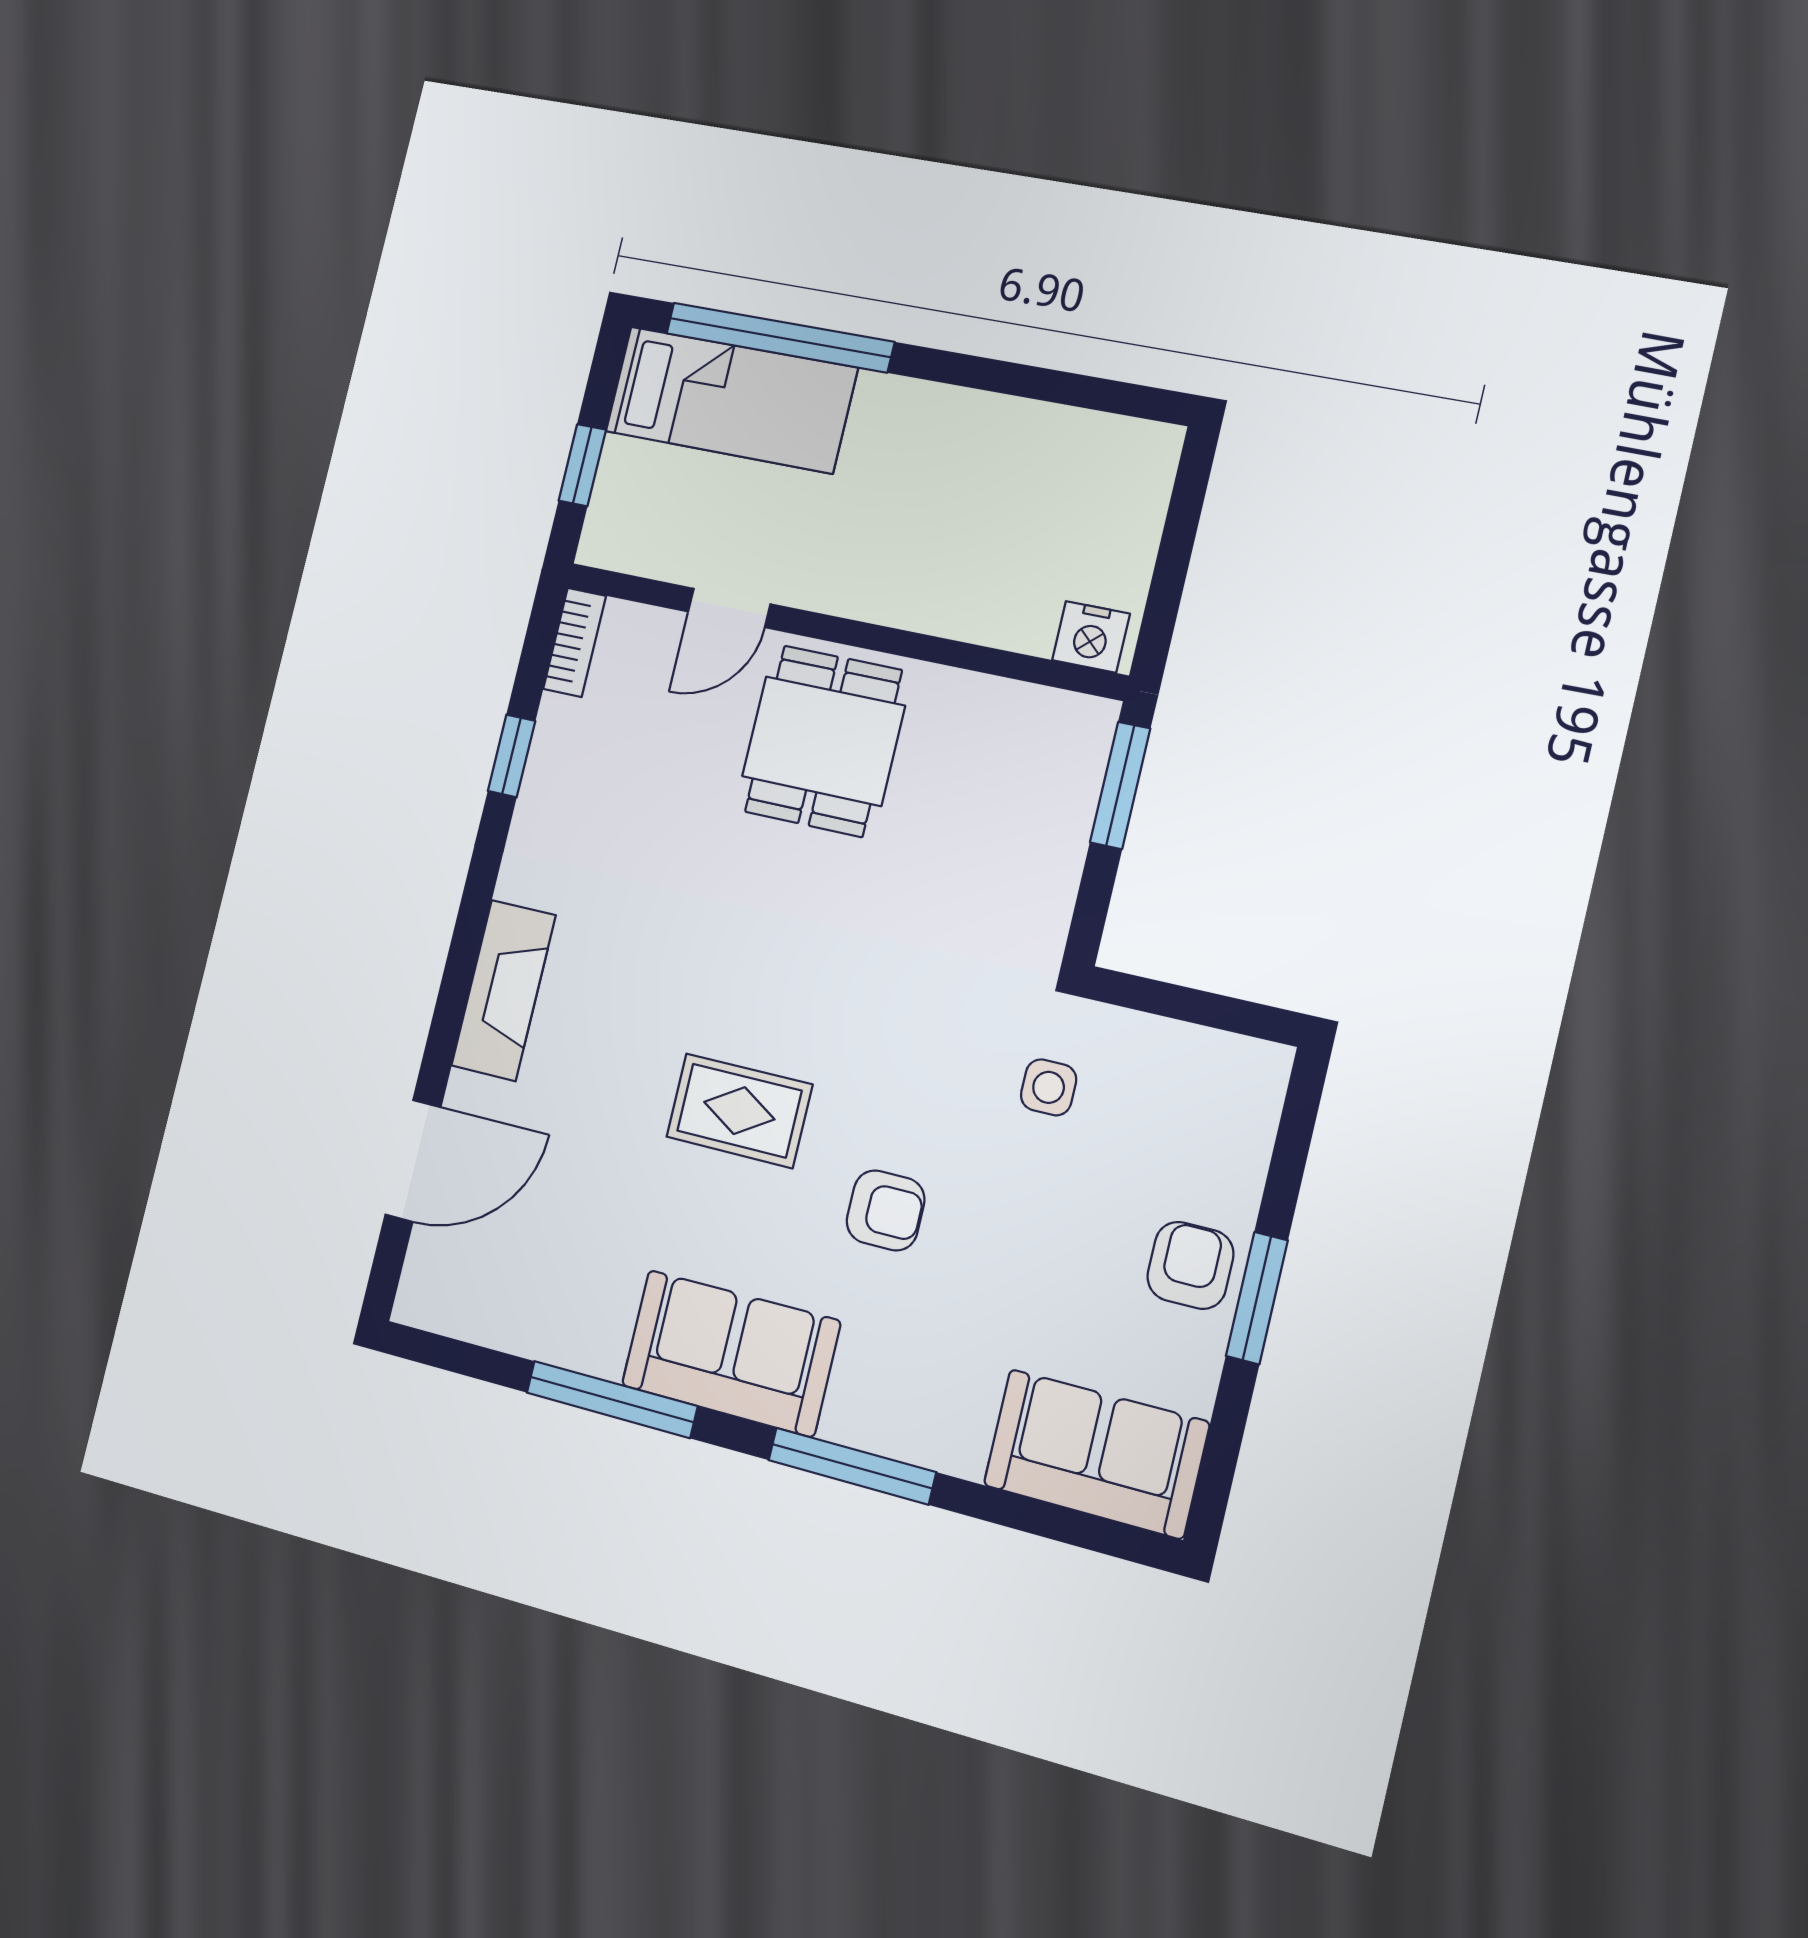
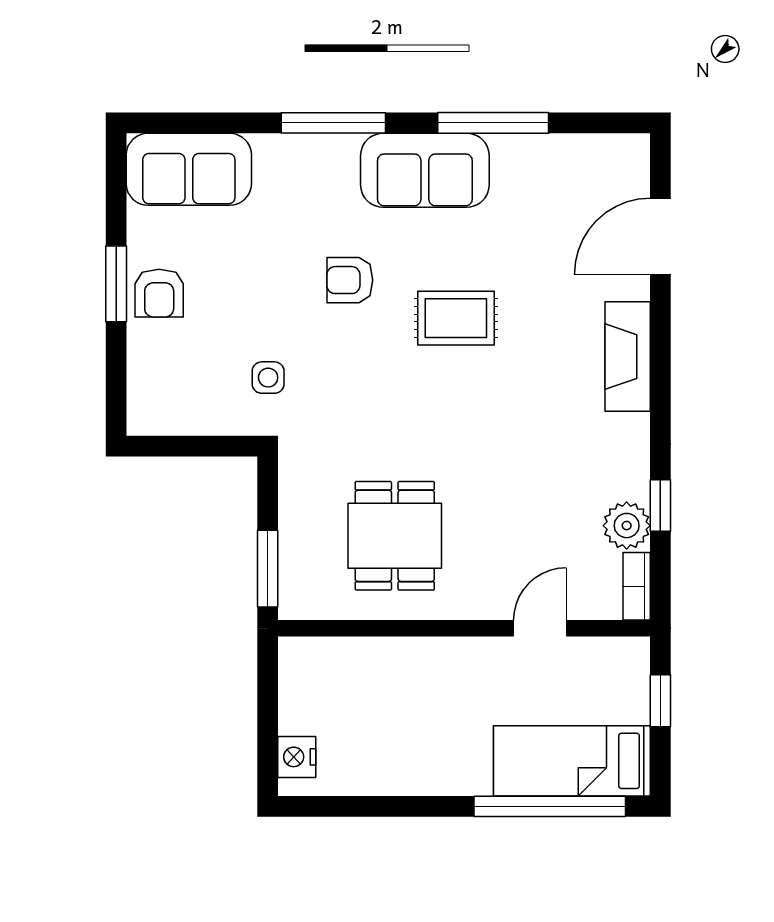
nightstand: (1091, 637) -> (297, 757), moved, turned -90
plant: (567, 736) -> (627, 526), added
dining table: (823, 741) -> (395, 536), moved

